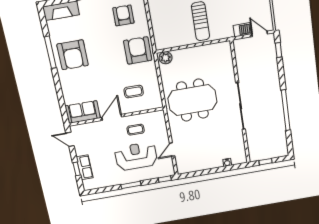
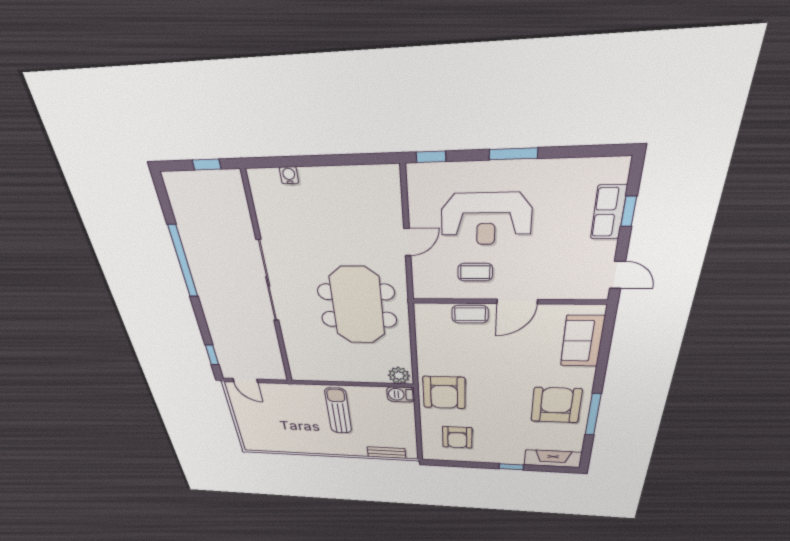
barbecue: (242, 30) -> (401, 394), moved
coffee table: (134, 92) -> (470, 314), moved
meeting table: (192, 100) -> (357, 306), turned 90
sofa: (83, 112) -> (582, 341), moved, turned 90
door: (172, 150) -> (407, 242), moved

